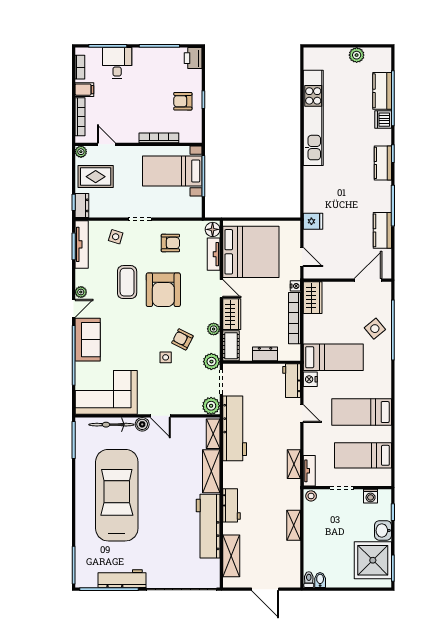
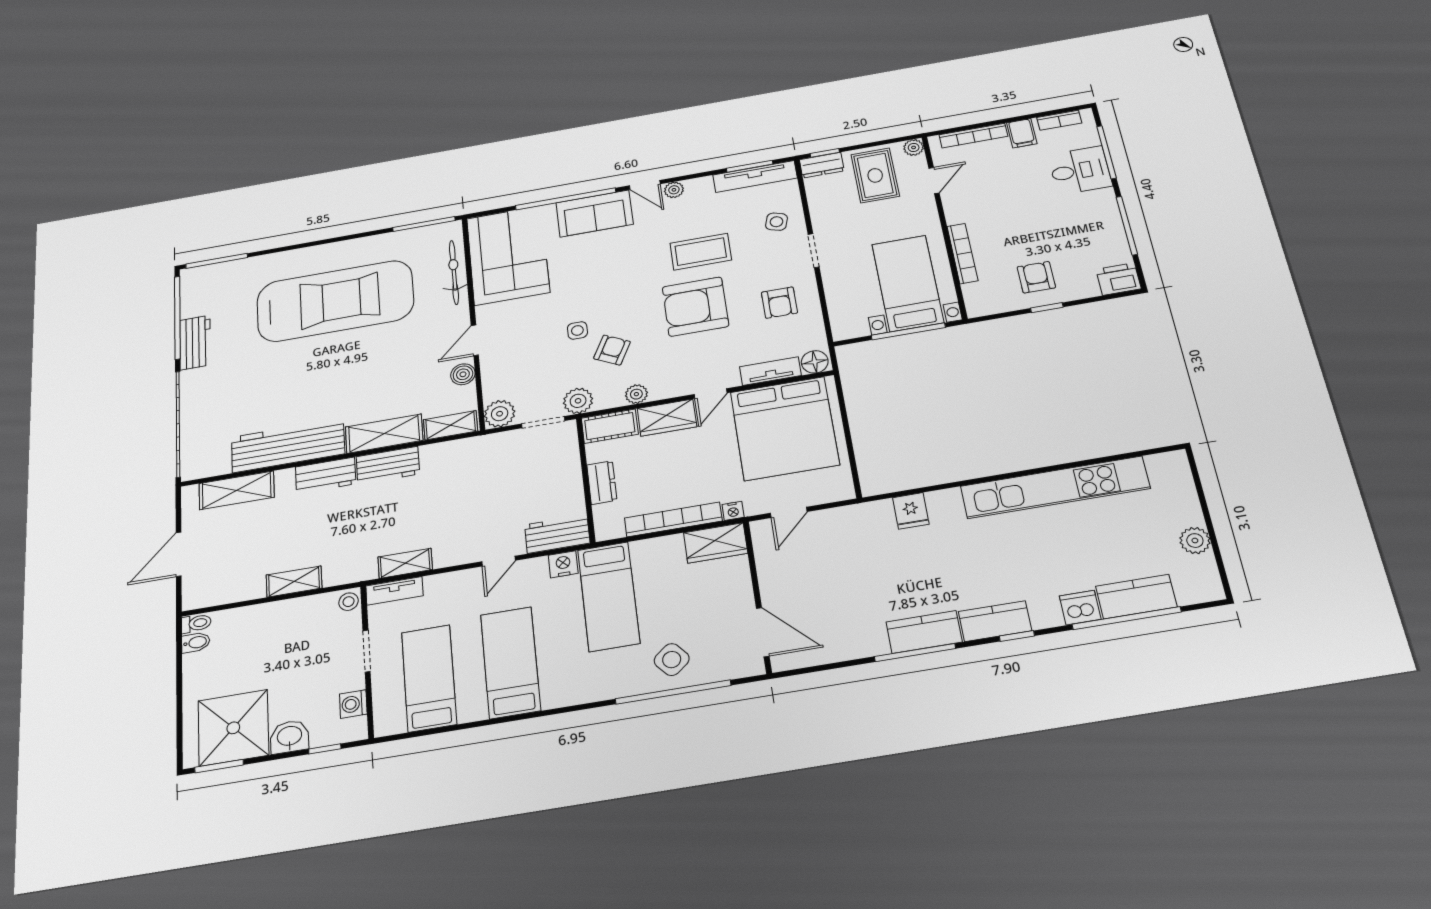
fridge: (313, 221) -> (911, 511), moved
kitchen counter: (382, 230) -> (924, 632), moved
boiler: (142, 424) -> (463, 374), moved
workbench: (235, 428) -> (388, 465), moved, width x0.53, depth x0.76
workbench: (122, 579) -> (195, 343), width x0.73

